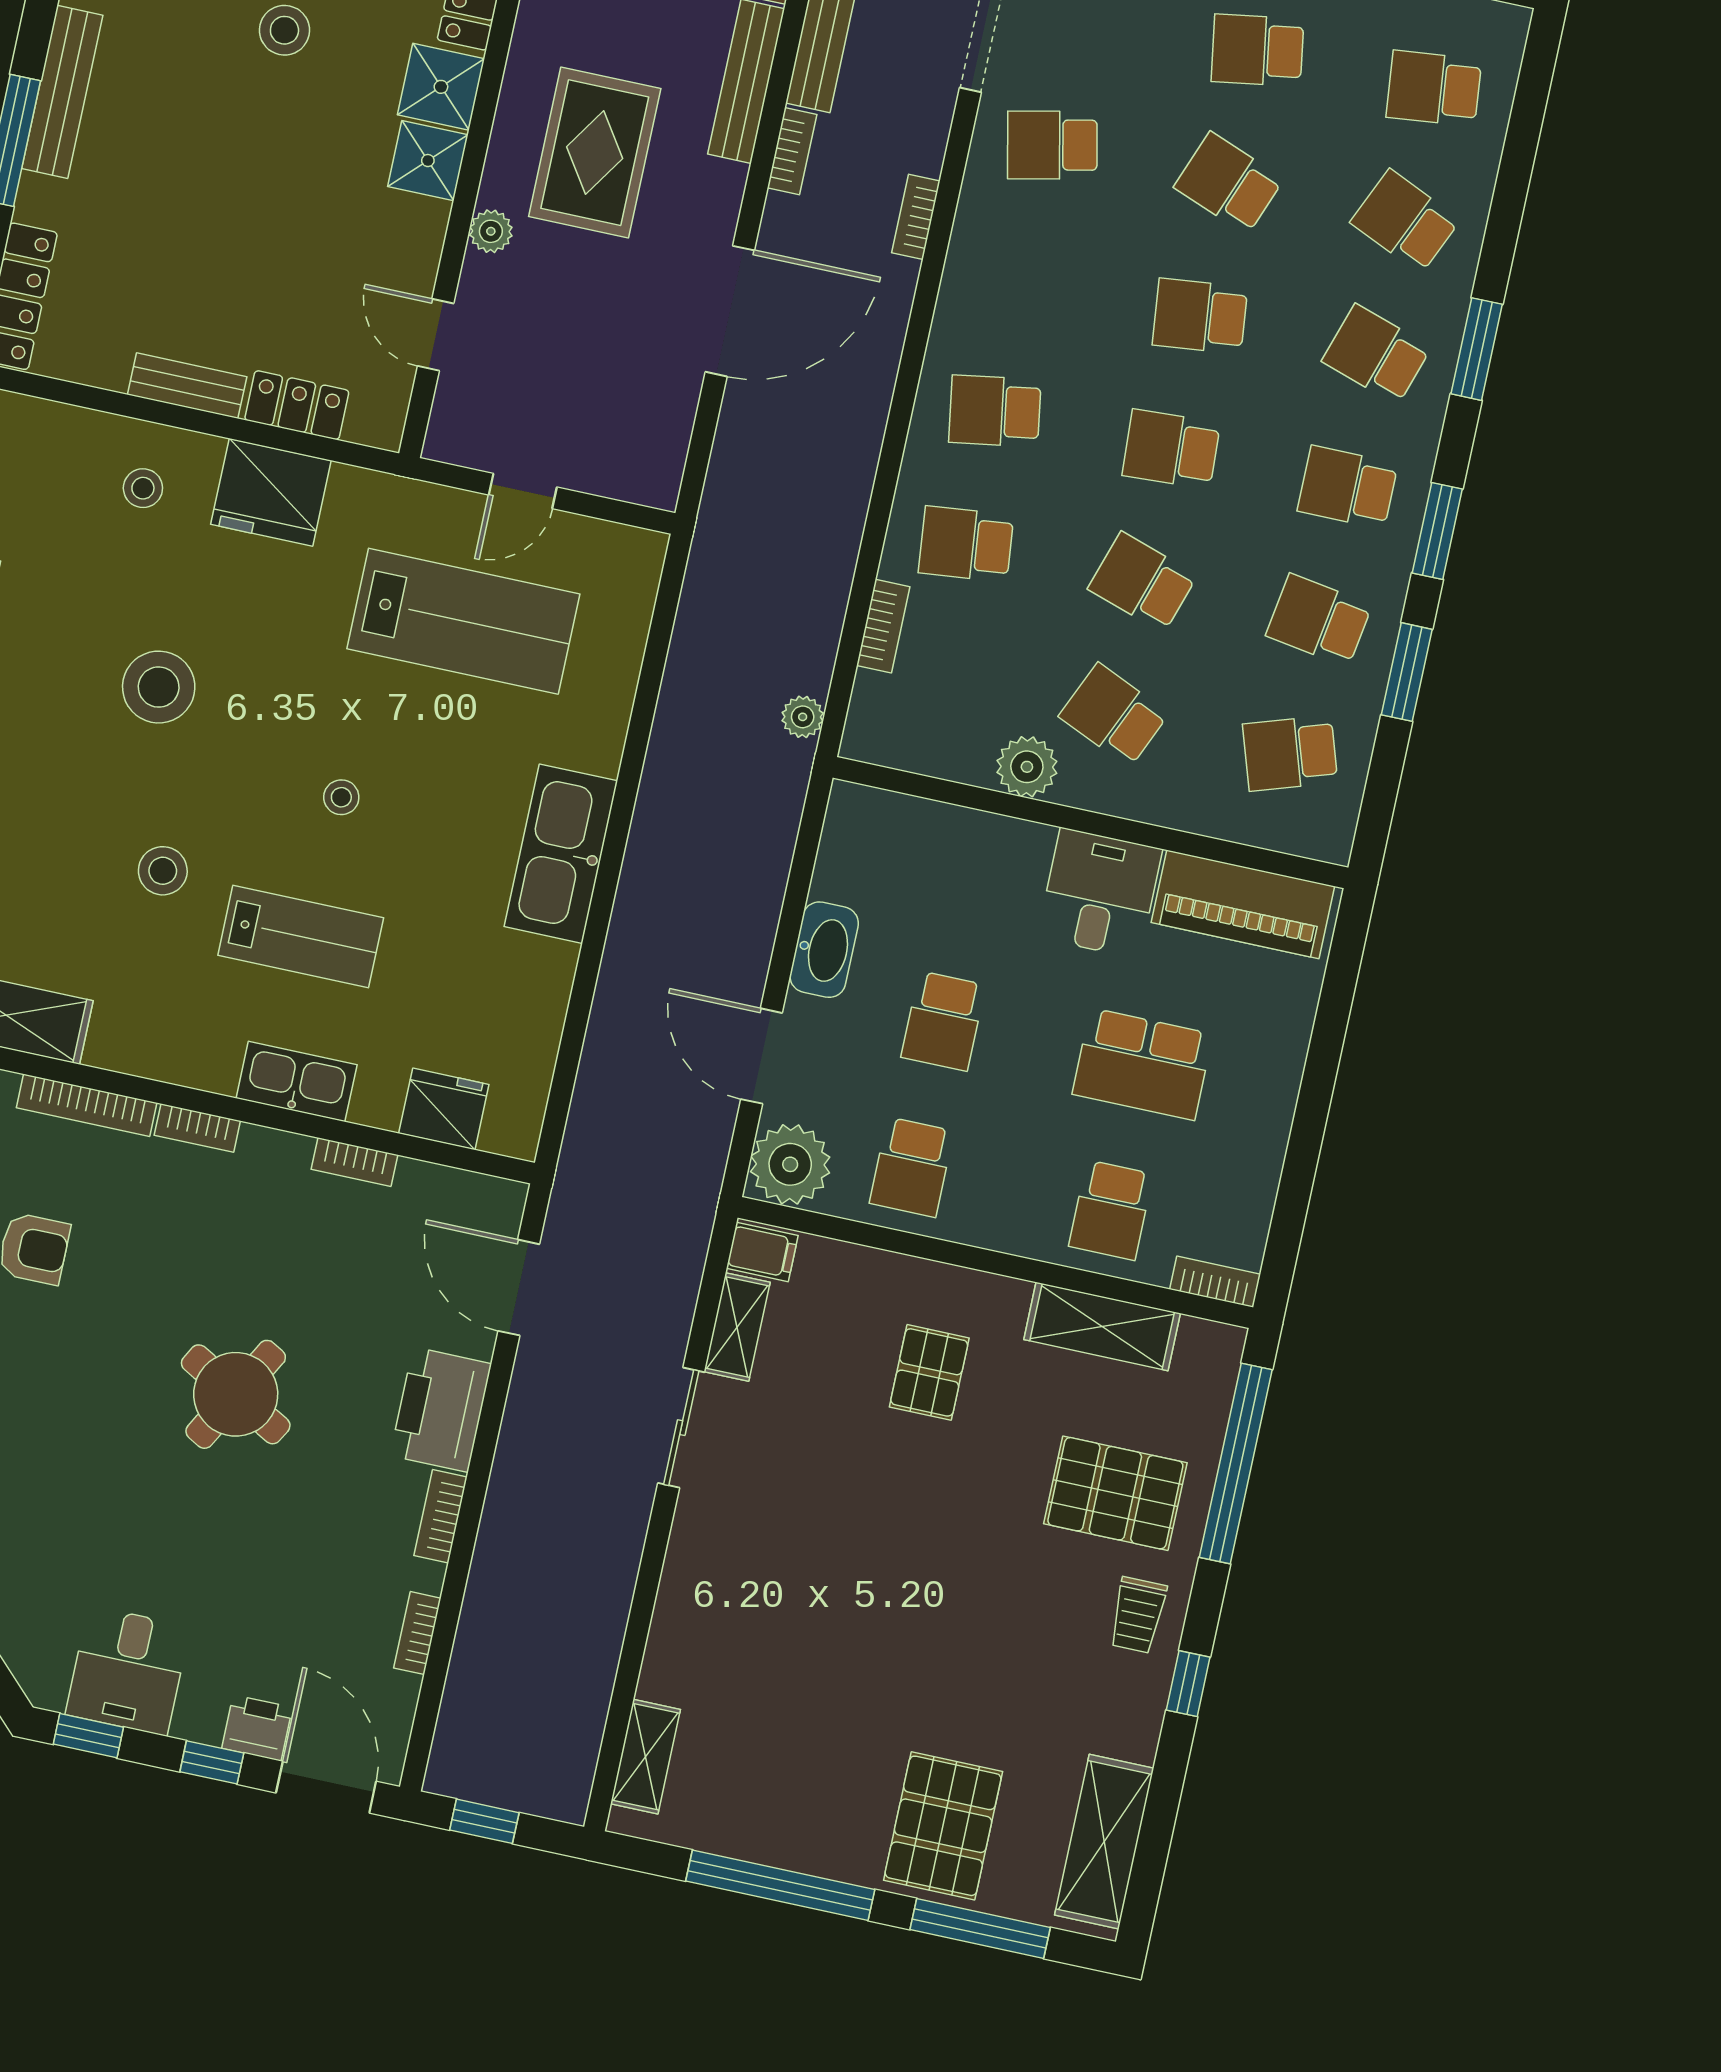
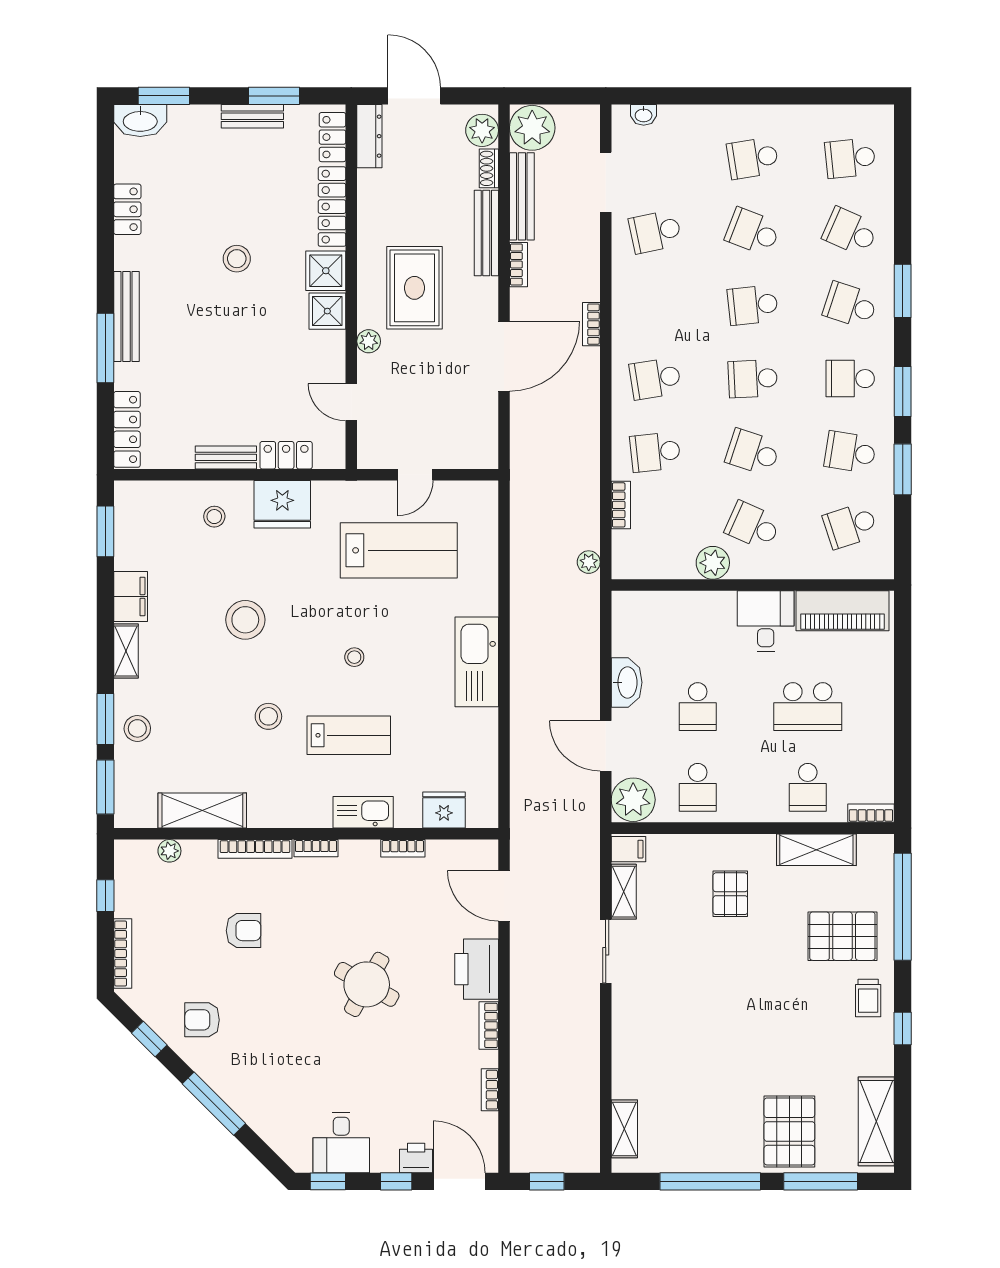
bookcase: (916, 217) -> (591, 324), moved

